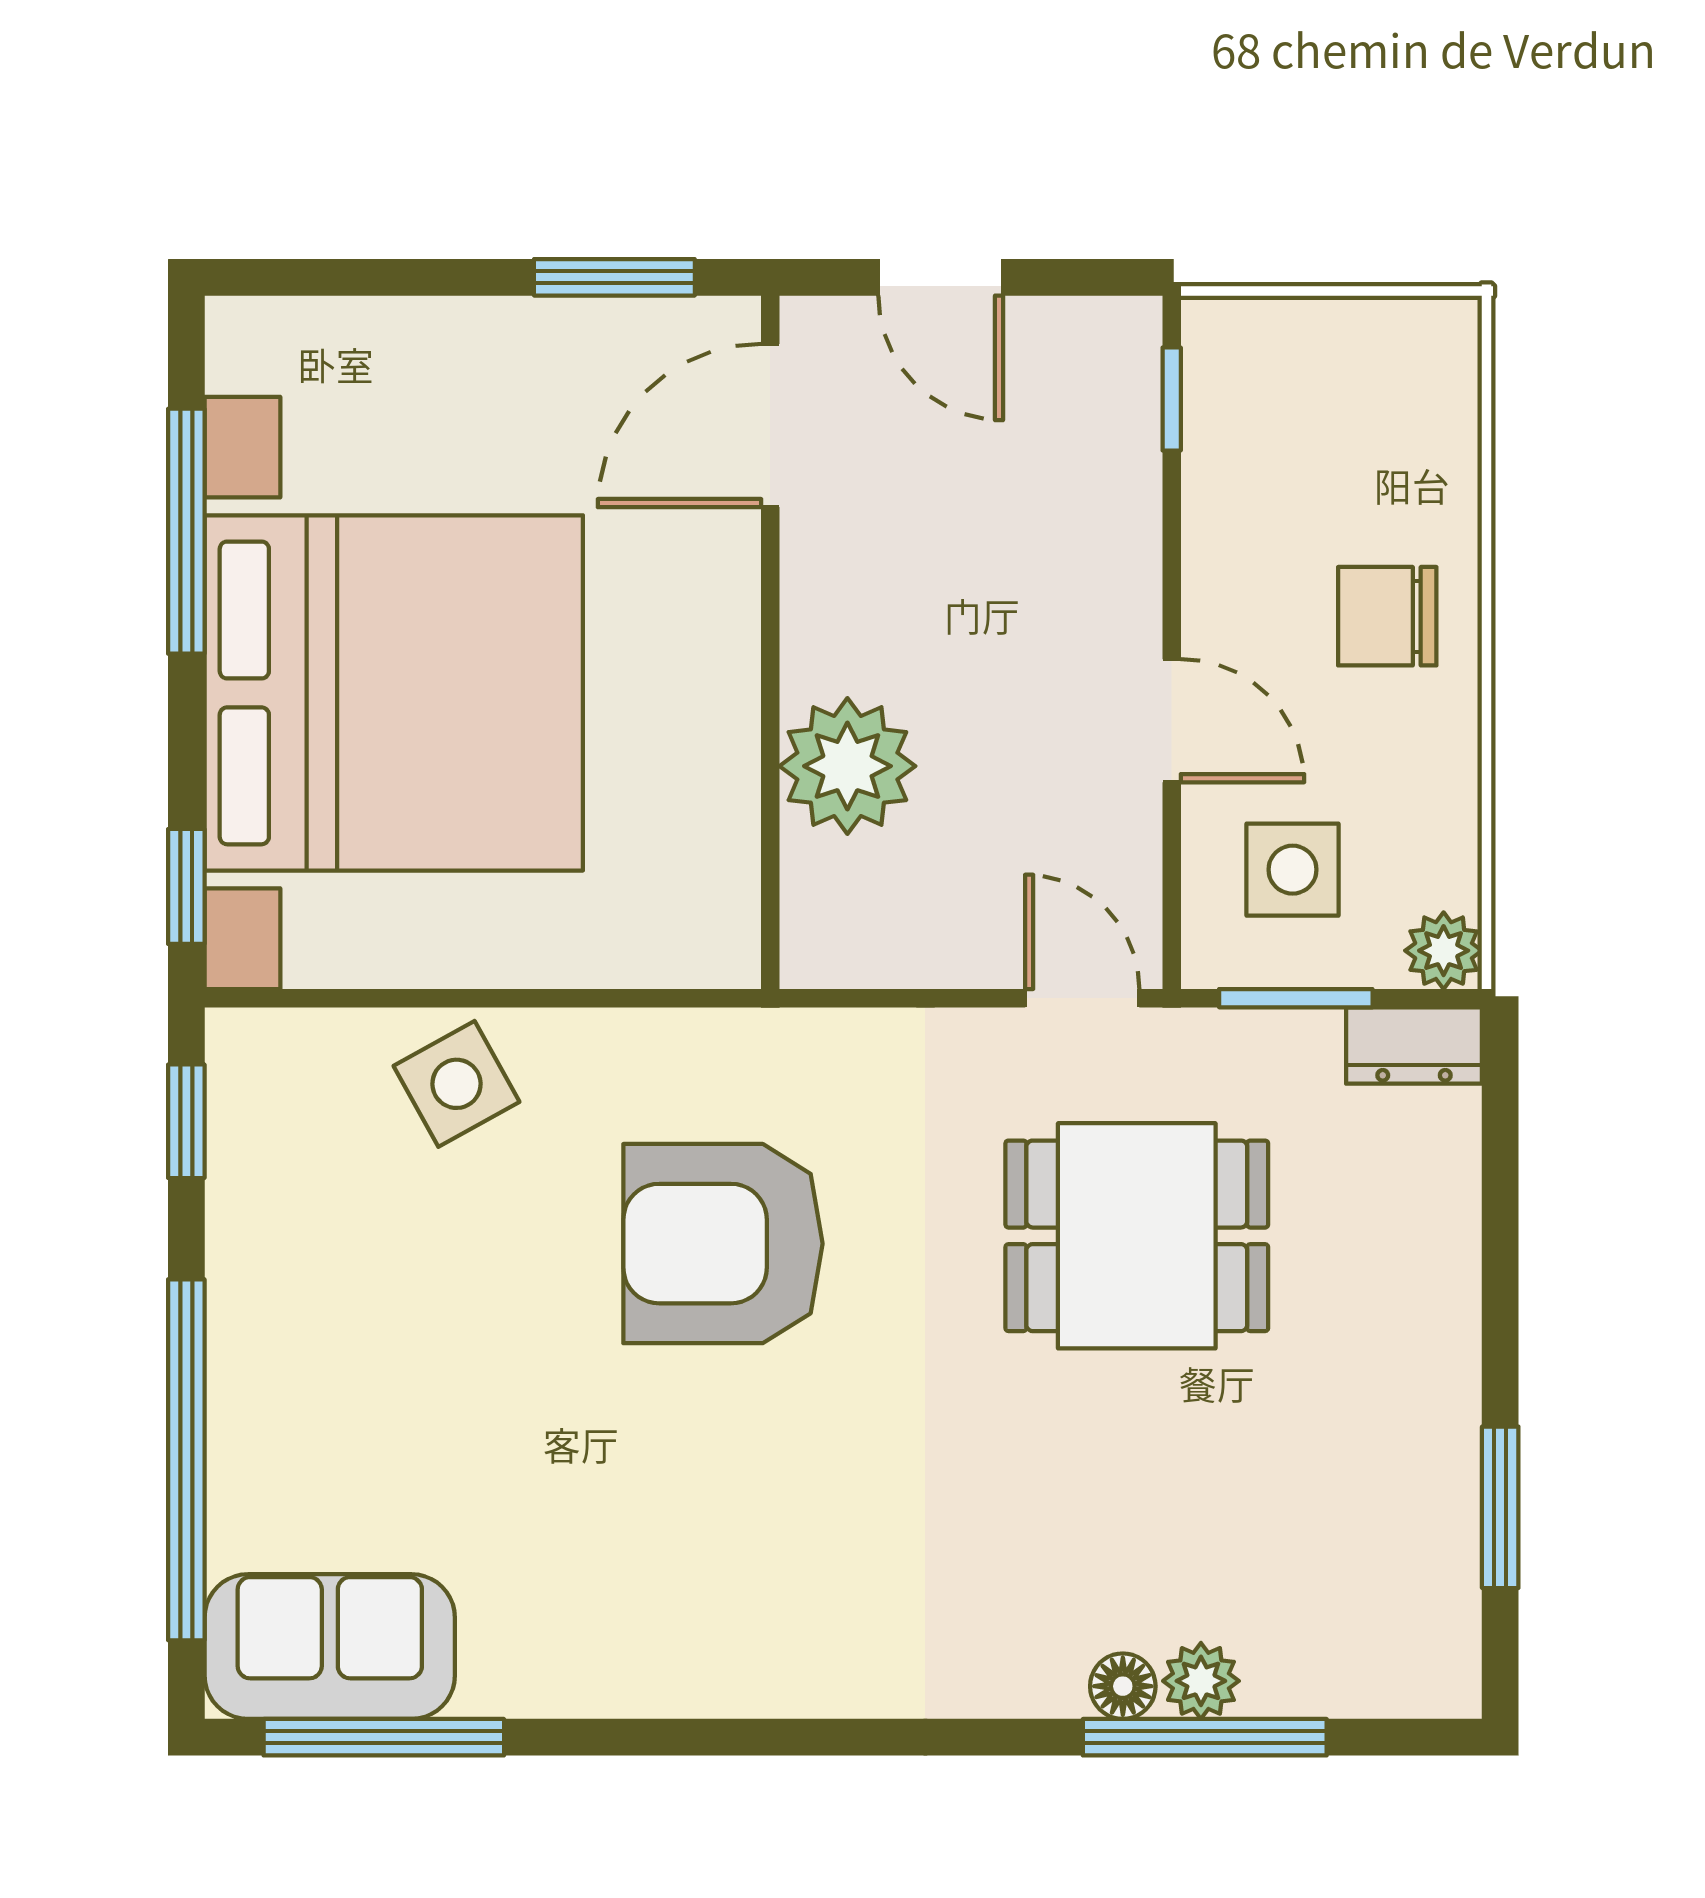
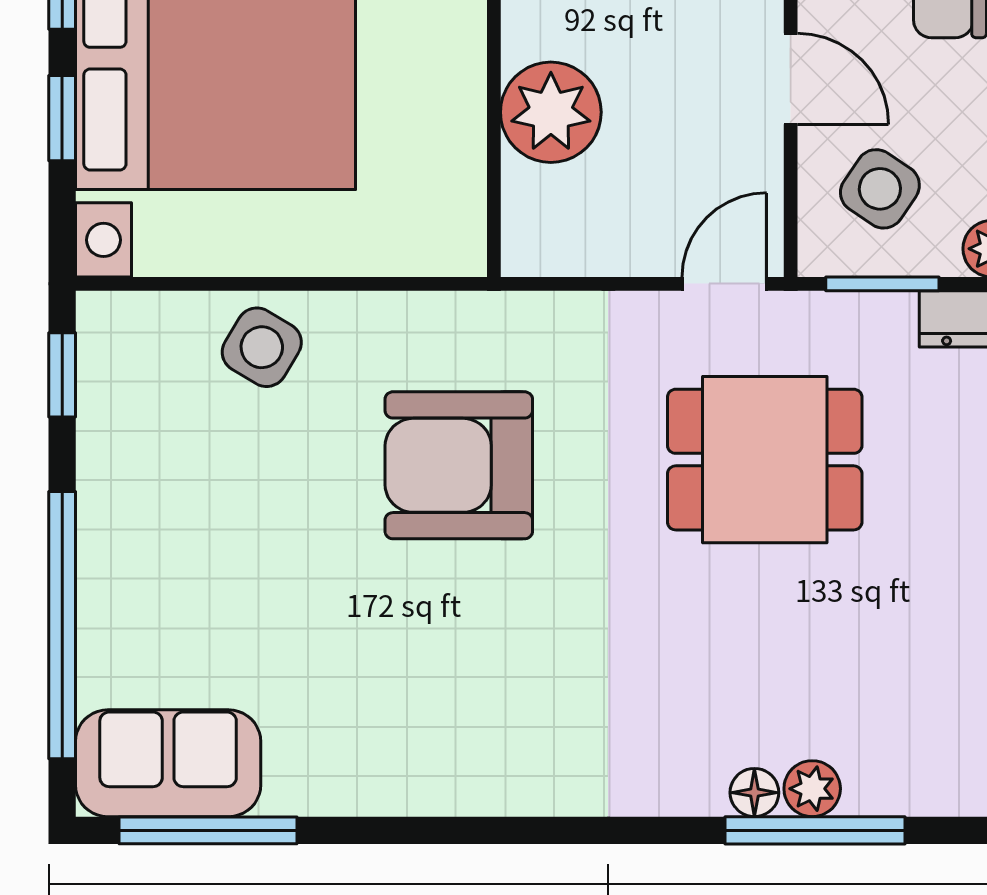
side table: (1293, 870) -> (880, 189), turned 34
window: (186, 886) -> (62, 118), moved
door: (1082, 998) -> (724, 284), hinge flipped
side table: (456, 1084) -> (262, 347), turned -30

